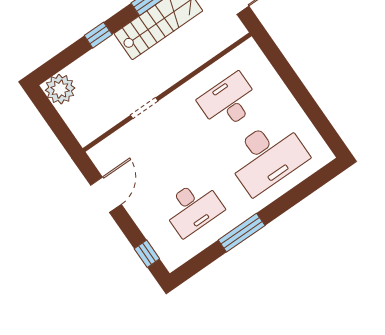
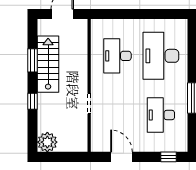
desk: (267, 156) -> (161, 56), turned 180
desk: (193, 208) -> (161, 115), turned 180

